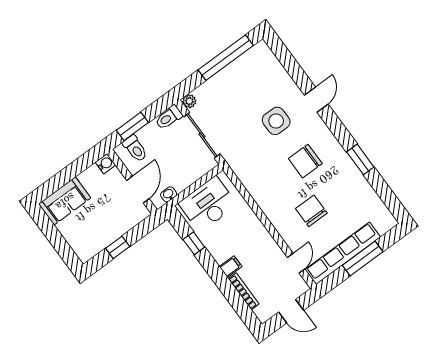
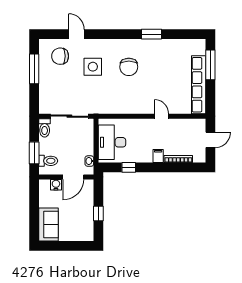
window: (226, 58) -> (34, 69), width x0.68
door: (316, 100) -> (76, 34), moved
plant: (189, 101) -> (44, 109), removed
water cooler: (105, 164) -> (56, 185), moved
door: (138, 189) -> (73, 177), swing flipped
chair: (311, 211) -> (60, 56), moved
window: (363, 259) -> (210, 65), moved
door: (296, 263) -> (162, 116), moved

